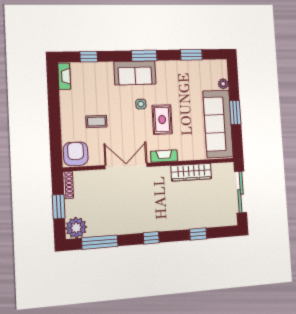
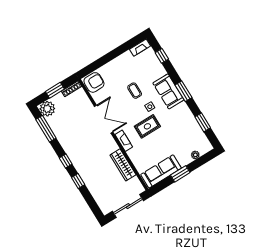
coffee table: (96, 122) -> (135, 91), moved
sofa: (218, 124) -> (161, 171), width x0.74, depth x0.79
window: (198, 234) -> (78, 181), moved

